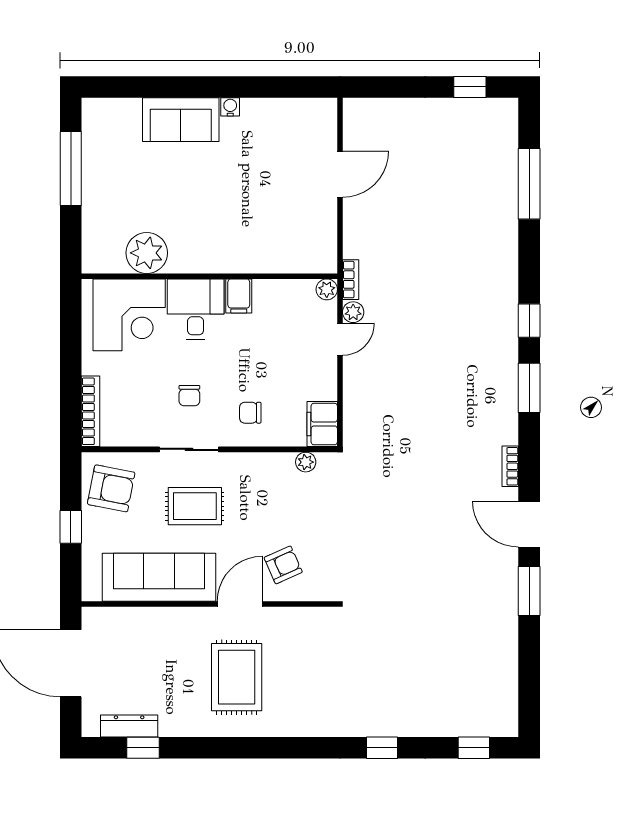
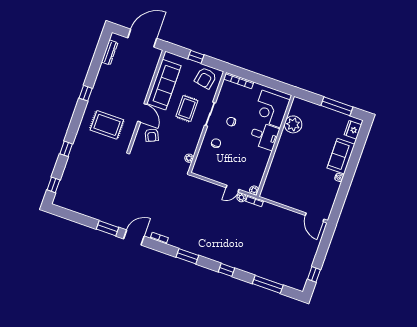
fridge: (112, 114) -> (353, 130), added
door: (340, 174) -> (315, 217), moved
filing cabinet: (239, 296) -> (264, 155), removed
window: (529, 321) -> (226, 270), moved
door: (340, 339) -> (233, 189), hinge flipped
filing cabinet: (322, 424) -> (202, 170), removed
rug: (237, 677) -> (107, 125), moved
window: (143, 748) -> (86, 93), moved

